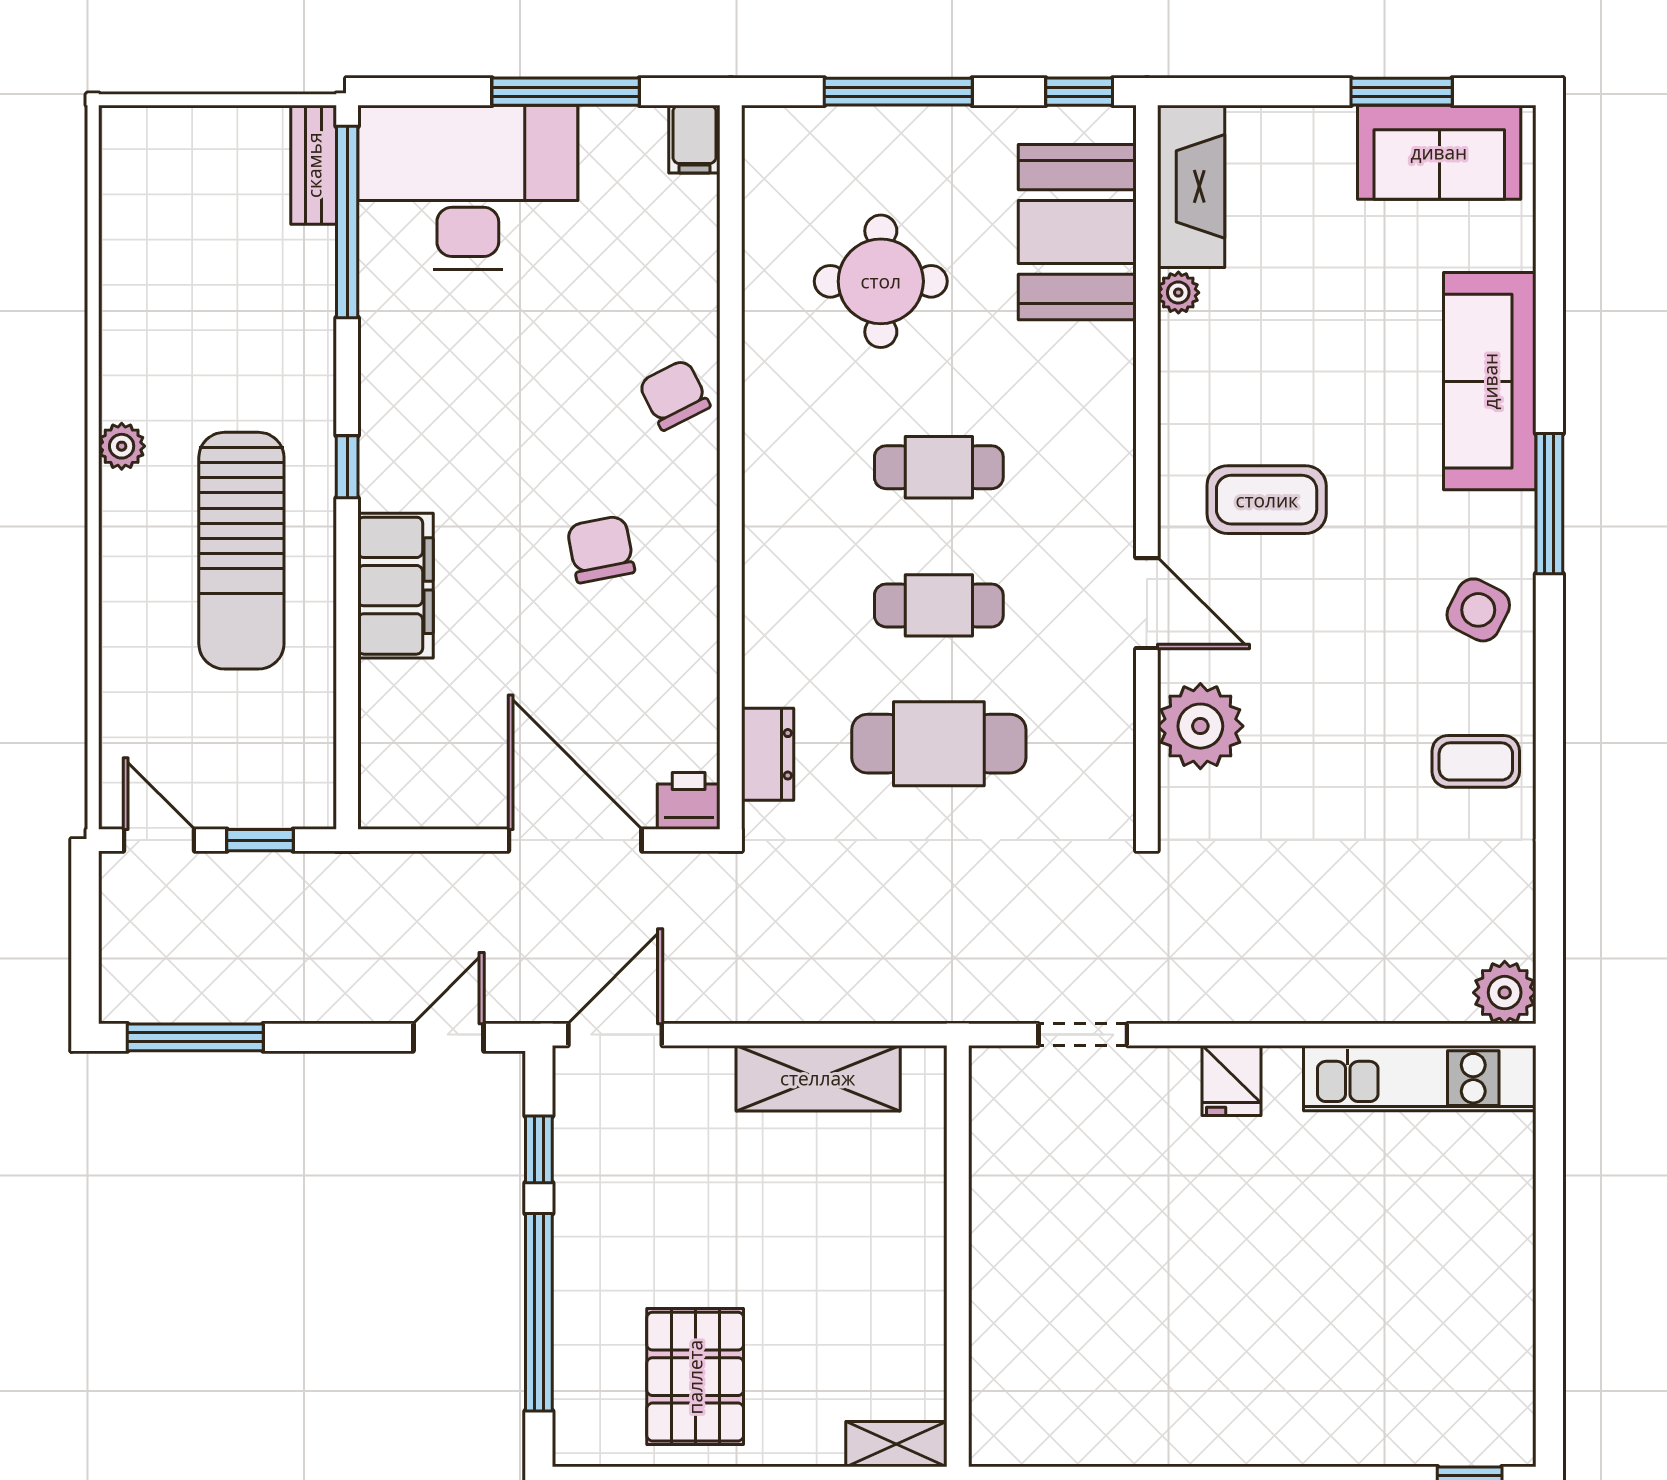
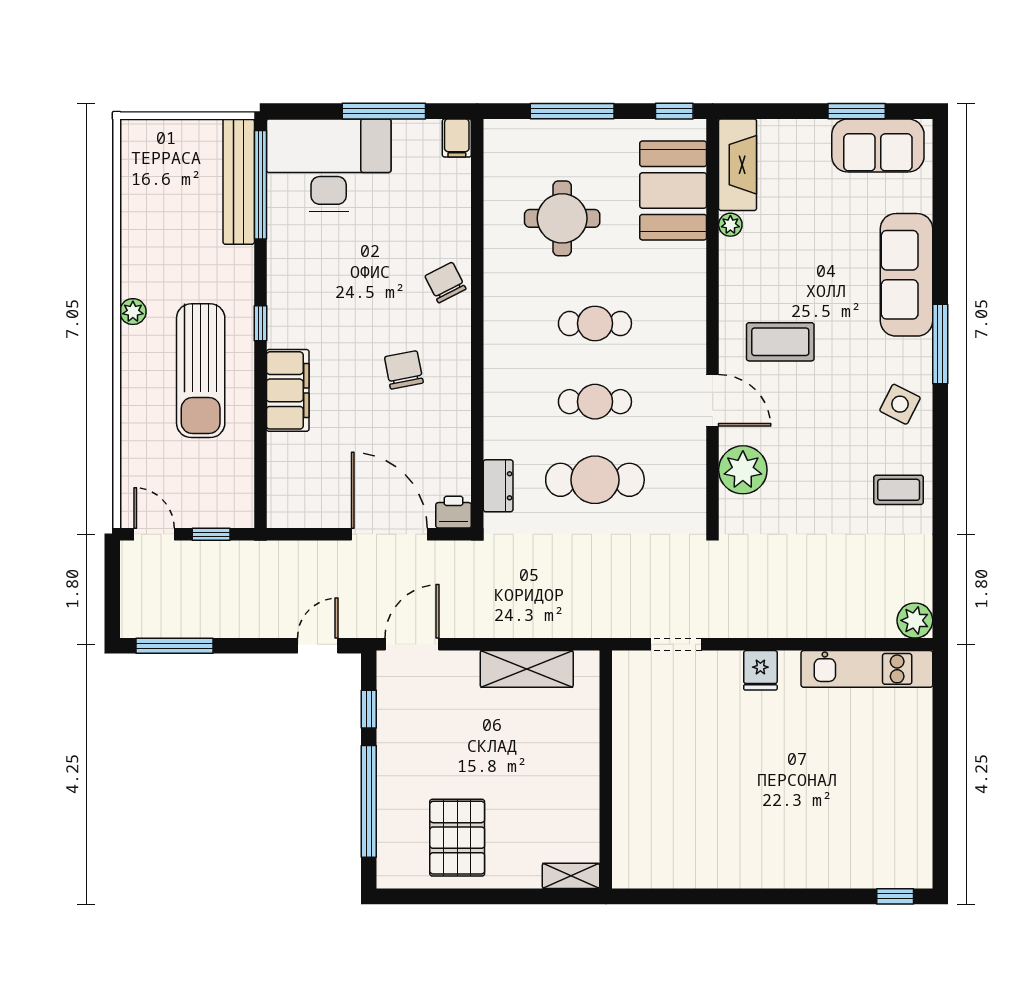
bench: (314, 165) -> (239, 182), width x1.86, depth x1.21

